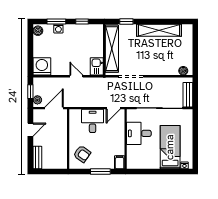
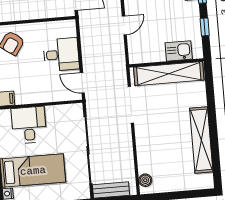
window: (126, 21) -> (210, 92), removed
kitchen sink: (97, 66) -> (179, 51), moved
desk: (139, 133) -> (29, 125), moved

